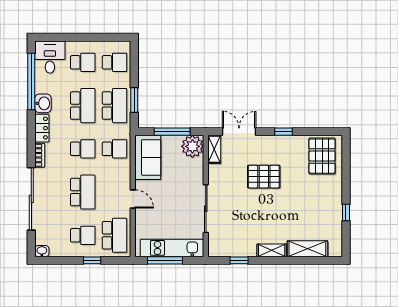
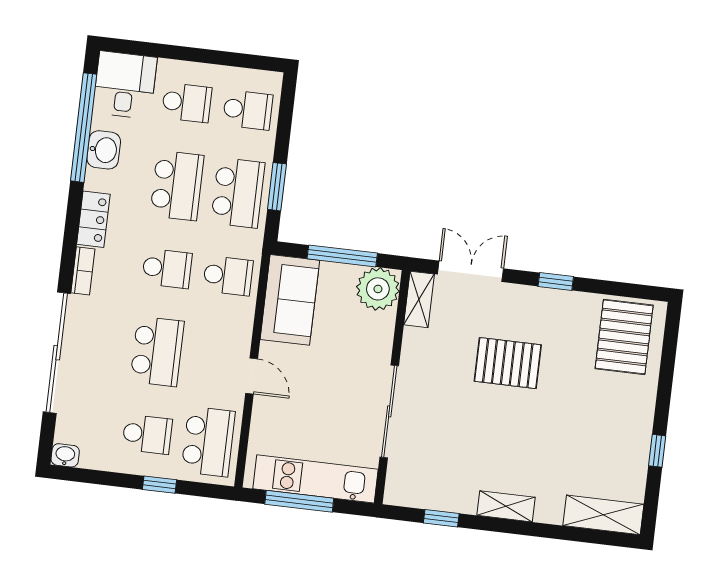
washbasin: (43, 103) -> (104, 150), moved
shelving: (307, 249) -> (603, 515), moved

